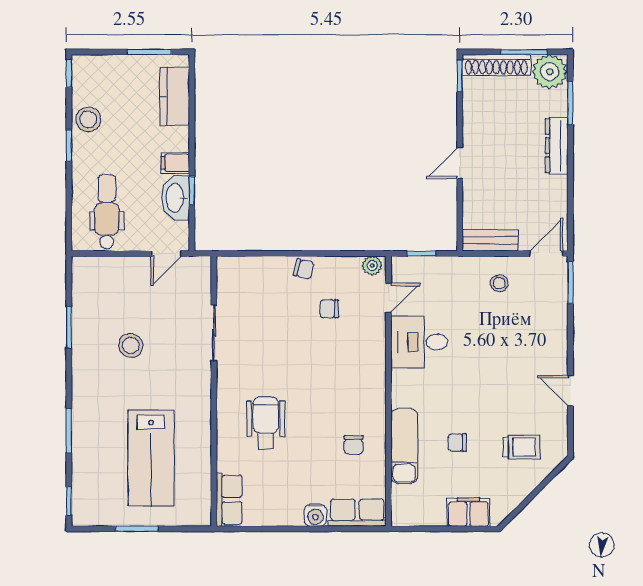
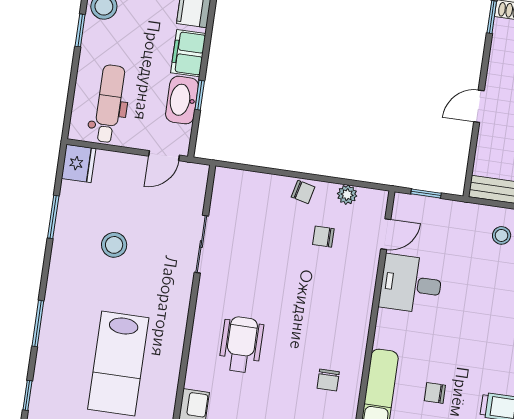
filing cabinet: (175, 163) -> (188, 53), width x2.00
plant: (372, 266) -> (347, 195), moved
fridge: (86, 273) -> (79, 163), added

